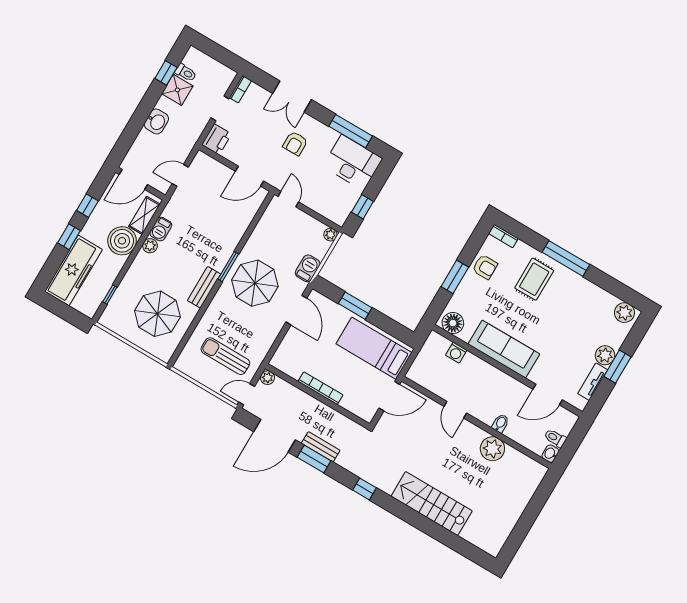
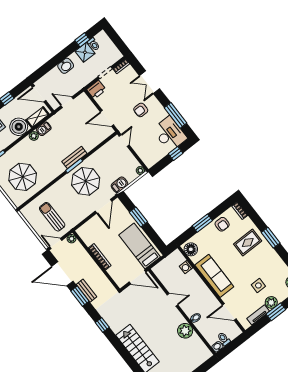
window: (362, 207) -> (176, 154), moved
window: (566, 258) -> (271, 238), width x0.69
bench: (204, 287) -> (74, 157), moved
side table: (576, 337) -> (258, 285), added
door: (455, 410) -> (172, 300), swing flipped

